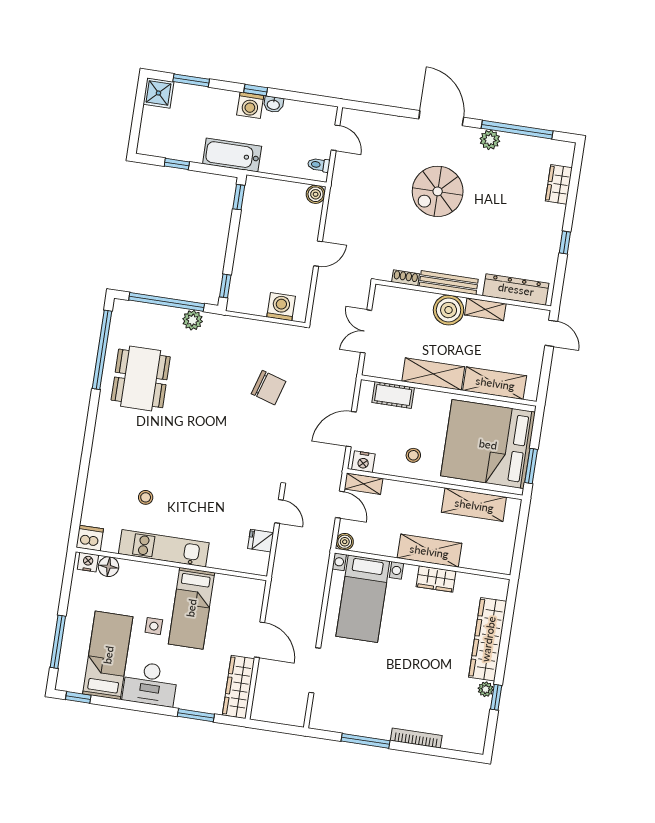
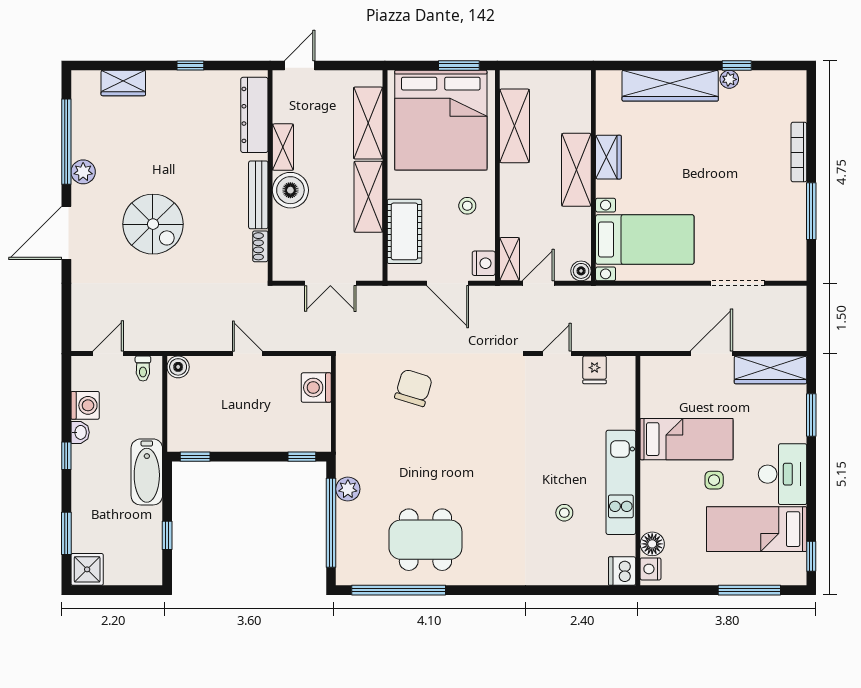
washing machine: (250, 105) -> (85, 405), moved
cot: (393, 395) -> (404, 231), width x1.37, depth x1.34

